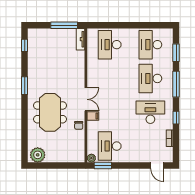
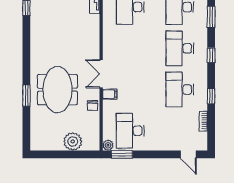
window: (176, 84) -> (211, 55), width x0.46
window: (25, 86) -> (26, 96), moved
double door: (86, 99) -> (101, 74), swing flipped
desk: (150, 112) -> (180, 90), turned -90
plant: (38, 155) -> (73, 141), moved

